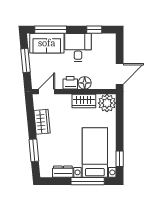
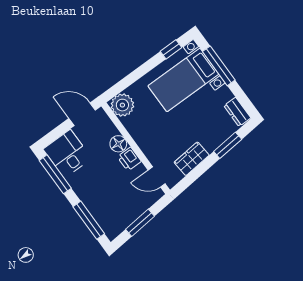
window: (94, 30) -> (55, 174), width x2.17
sofa: (47, 43) -> (106, 214), removed
desk: (78, 48) -> (67, 154), moved, turned 90
wardrobe: (84, 101) -> (138, 131), removed
dresser: (63, 172) -> (237, 112), moved

